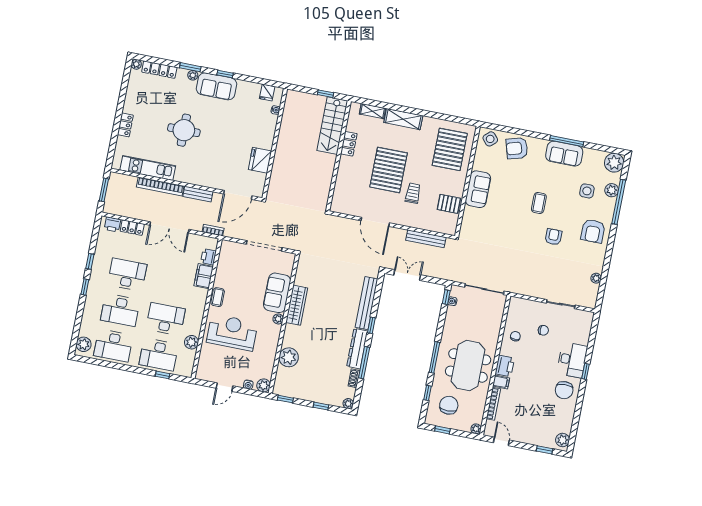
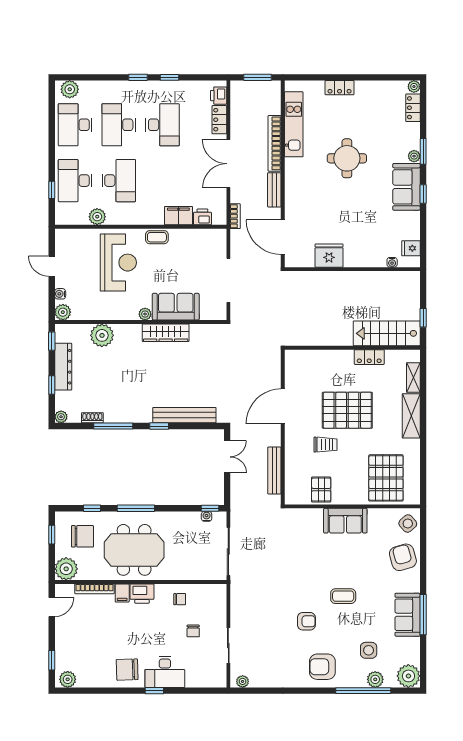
locker: (159, 70) -> (413, 108), width x0.66
pallet: (450, 149) -> (386, 478), turned 90
plant: (596, 278) -> (243, 681), moved
dresser: (357, 349) -> (63, 367), moved, turned 90
plant: (476, 429) -> (66, 569), width x1.88, depth x1.88

